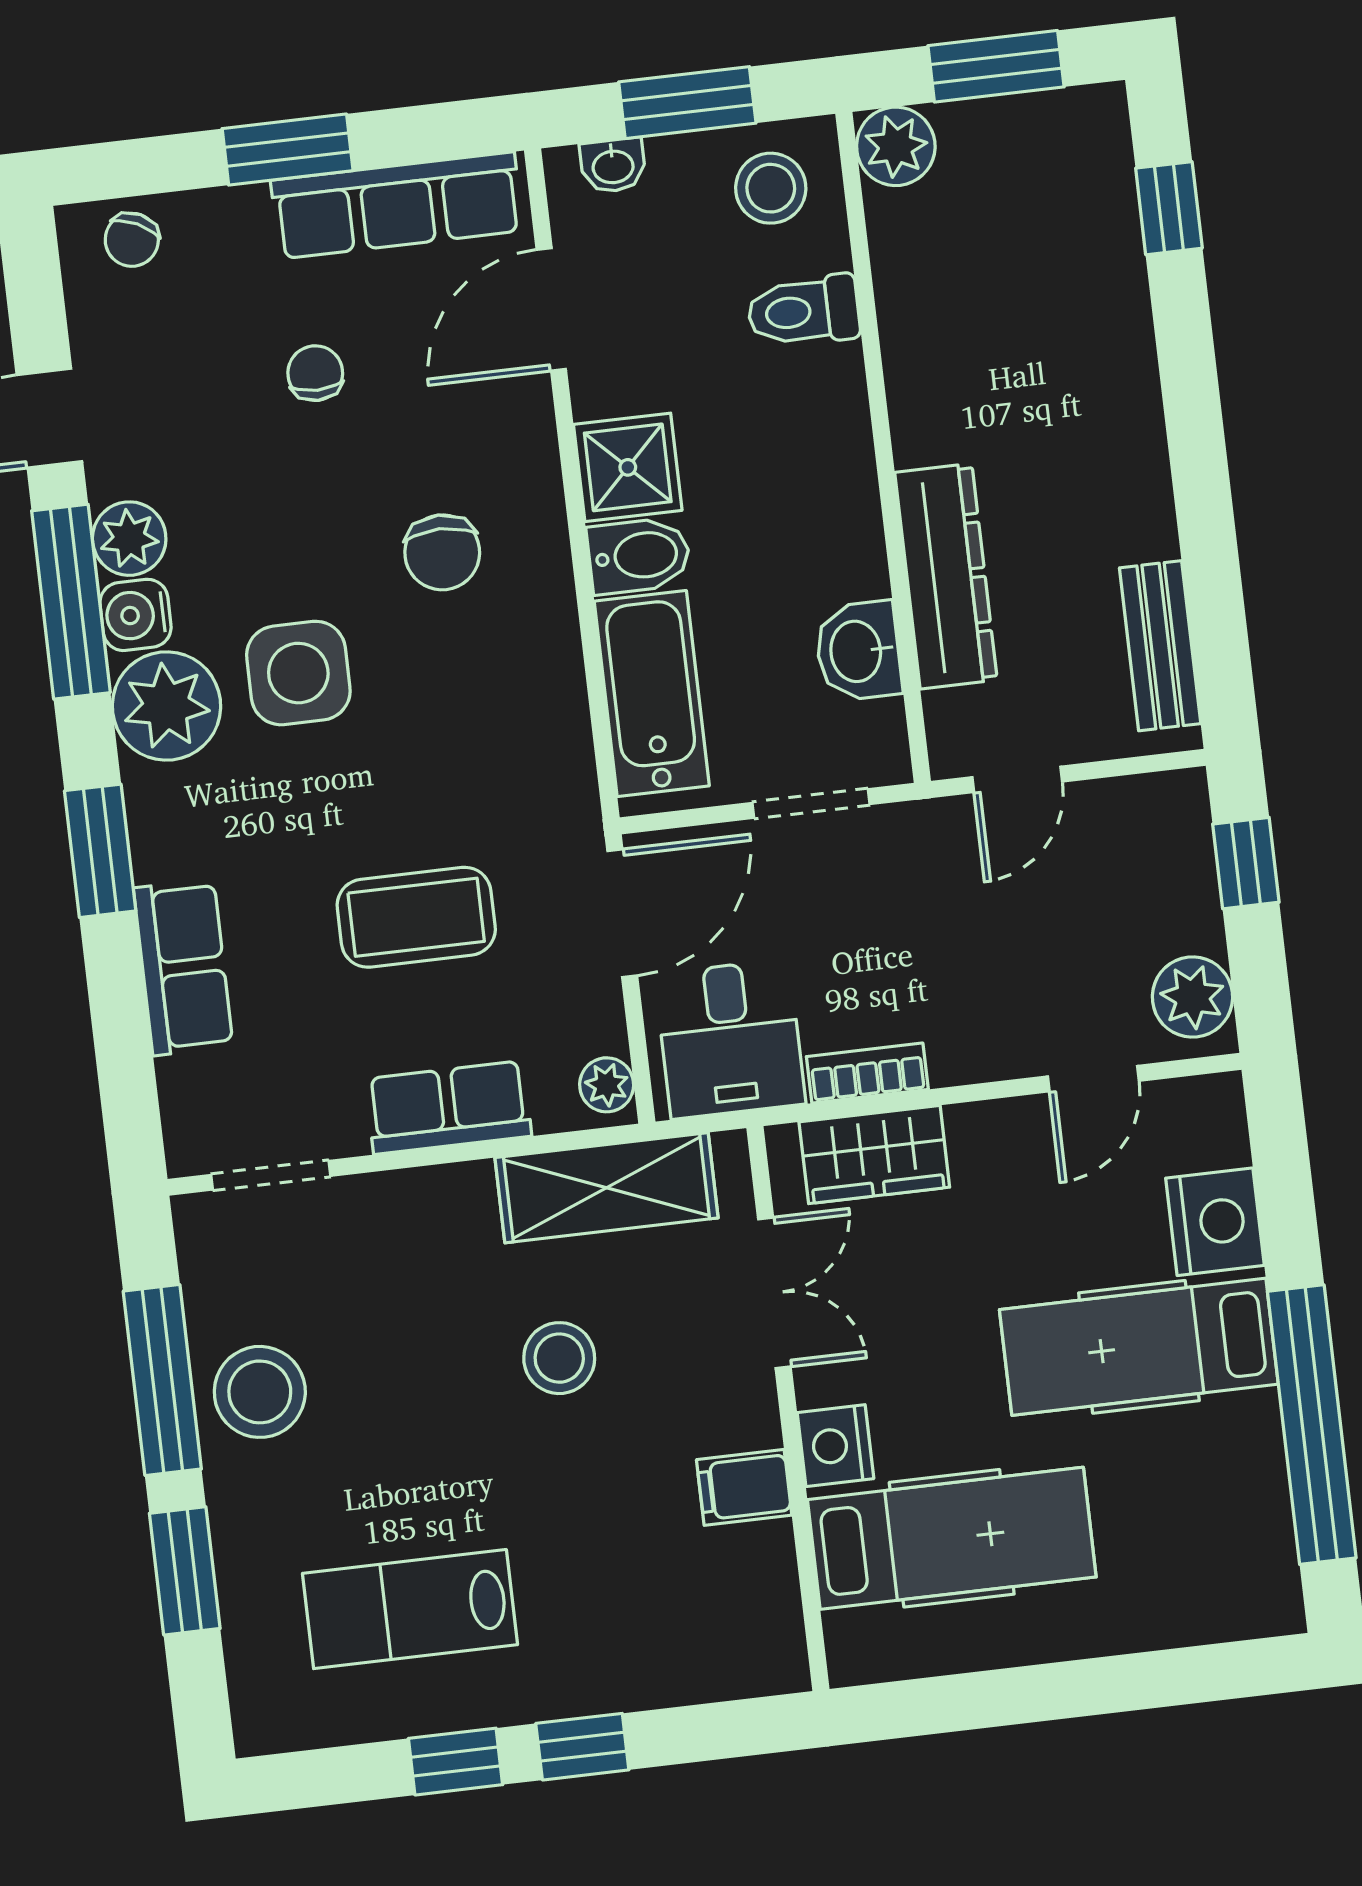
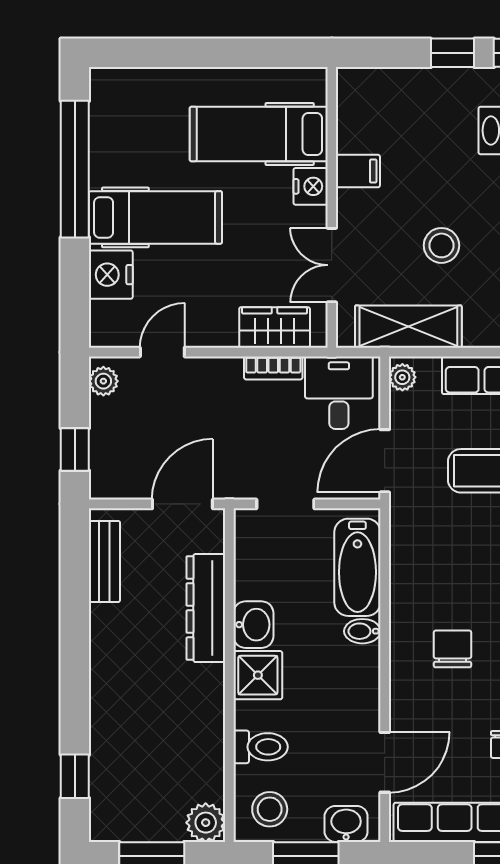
washbasin: (613, 165) -> (346, 824), width x1.38, depth x1.45
shower: (628, 467) -> (258, 675), moved
bidet: (639, 556) -> (362, 631), width x0.72, depth x0.74
washbasin: (858, 651) -> (253, 625), moved
door: (1017, 779) -> (182, 504), width x1.38
plant: (1192, 997) -> (103, 381), width x0.73, depth x0.73

